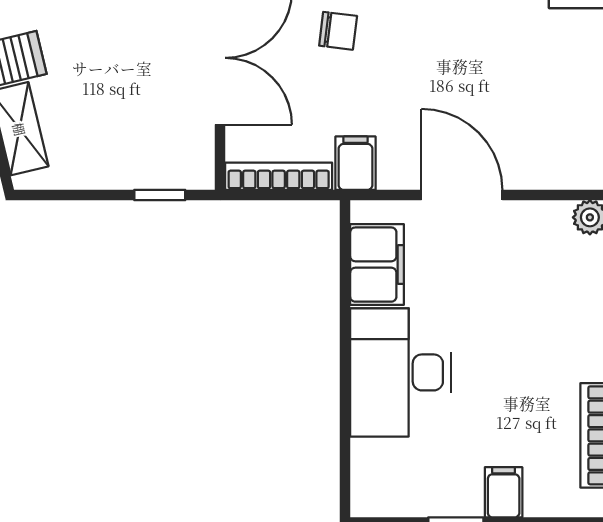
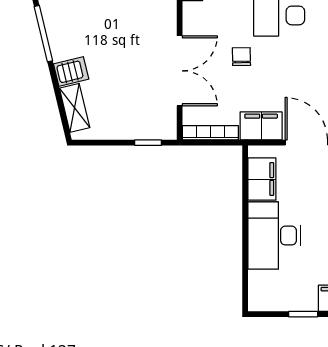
chair: (338, 31) -> (241, 57), turned -98
filing cabinet: (355, 163) -> (261, 126), width x2.00

